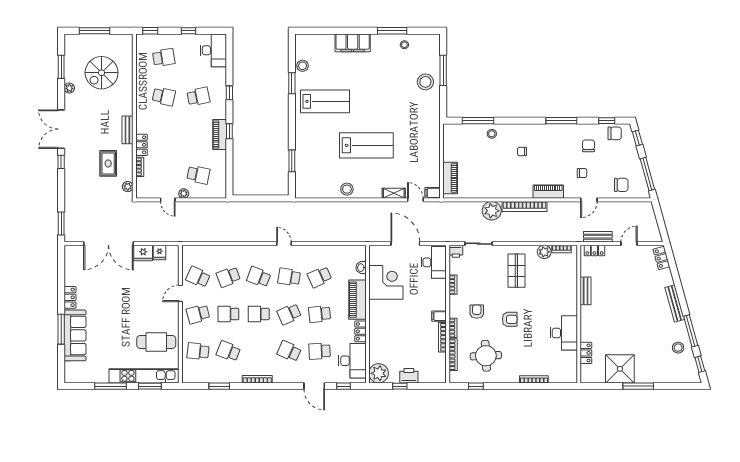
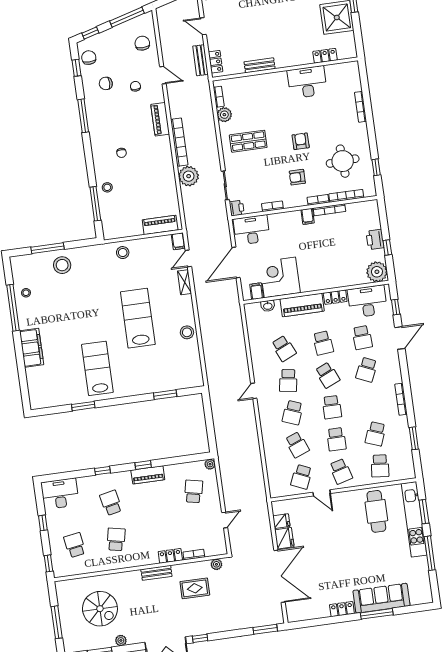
window: (392, 31) -> (13, 308), width x1.46
stool: (302, 66) -> (123, 253), moved
plant: (184, 194) -> (210, 464), moved
filing cabinet: (376, 259) -> (257, 291), added

